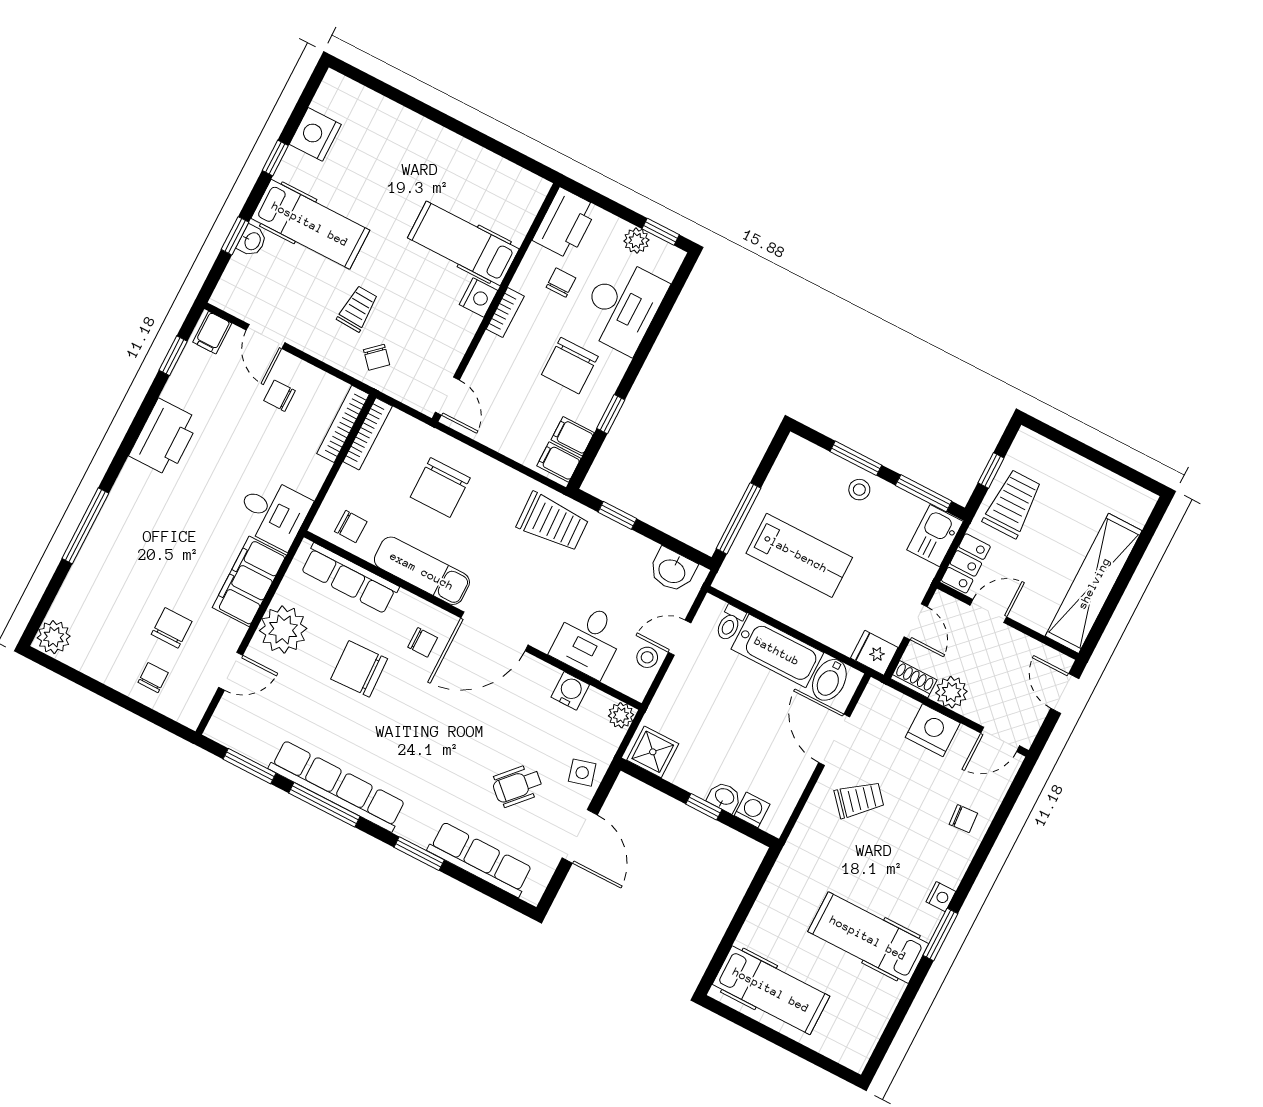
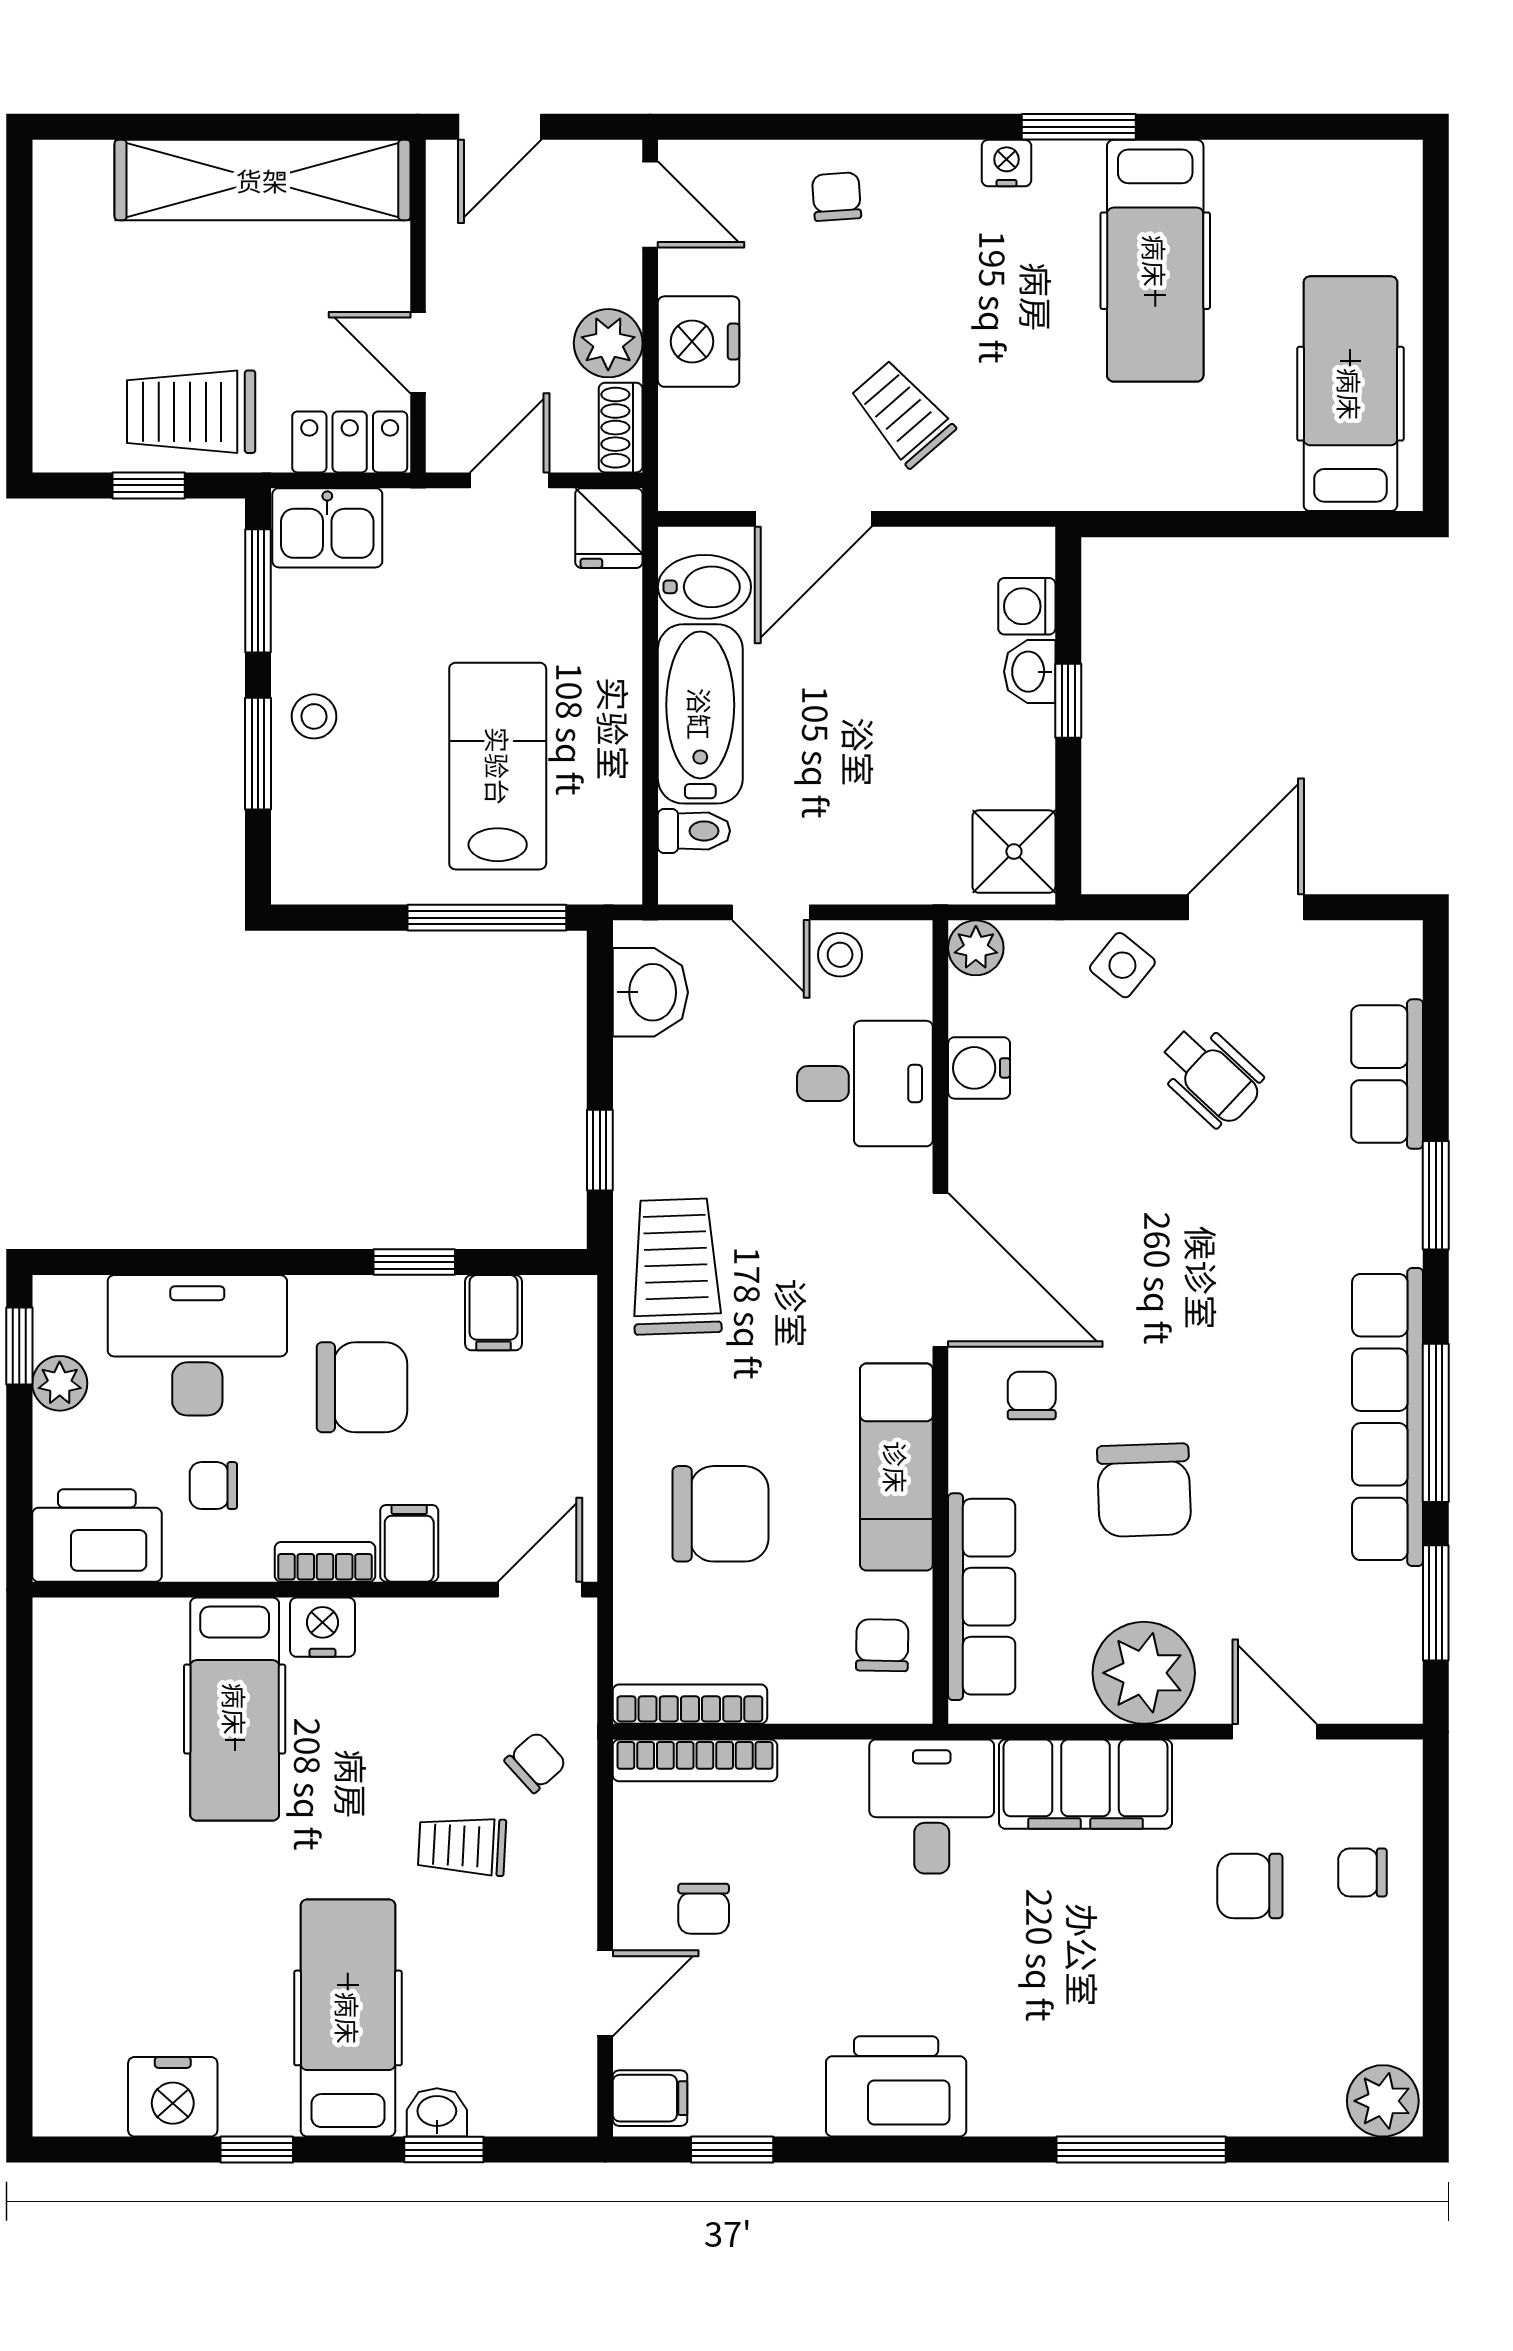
filing cabinet: (559, 462) -> (409, 1543), moved, turned 180
side table: (582, 773) -> (1122, 965), turned -36
row of seats: (480, 859) -> (1387, 1074), width x0.68

